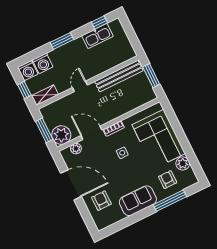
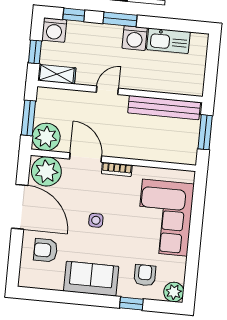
window: (99, 22) -> (74, 15), moved
washing machine: (43, 63) -> (135, 38), moved
plant: (76, 149) -> (46, 171), width x1.87, depth x1.87
side table: (122, 153) -> (96, 220), moved
plant: (183, 163) -> (174, 292), moved
armchair: (101, 201) -> (46, 250), turned -90
window: (170, 201) -> (131, 304), width x0.46

